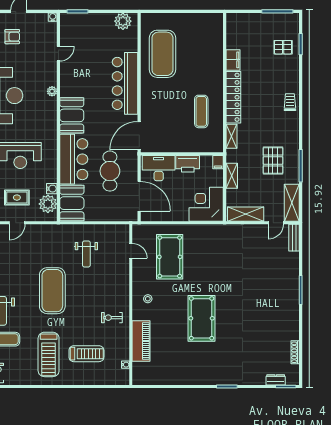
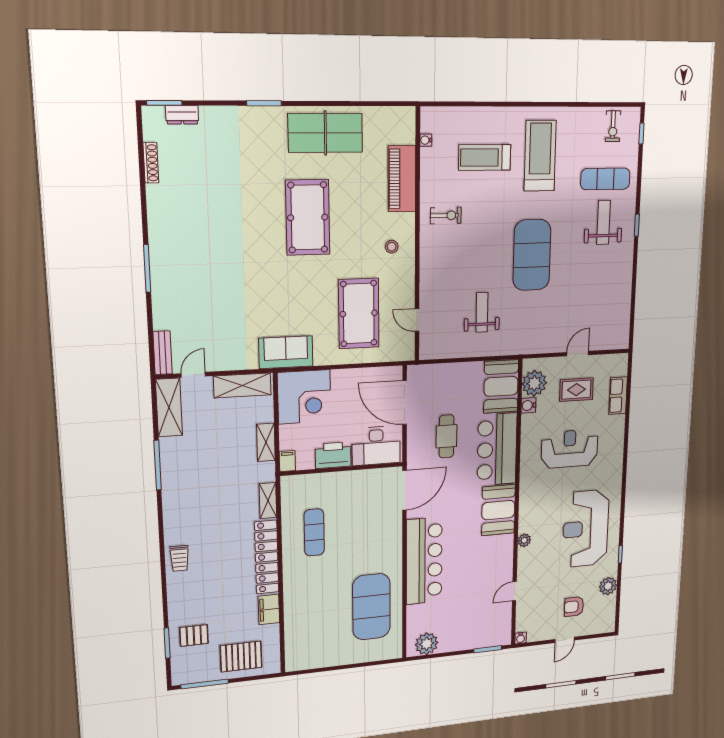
pallet: (273, 161) -> (241, 657), moved, turned 90
cafe table: (110, 171) -> (446, 436), width x0.73, depth x0.74
sofa: (217, 234) -> (286, 352), added
table tennis table: (190, 369) -> (325, 133), added

